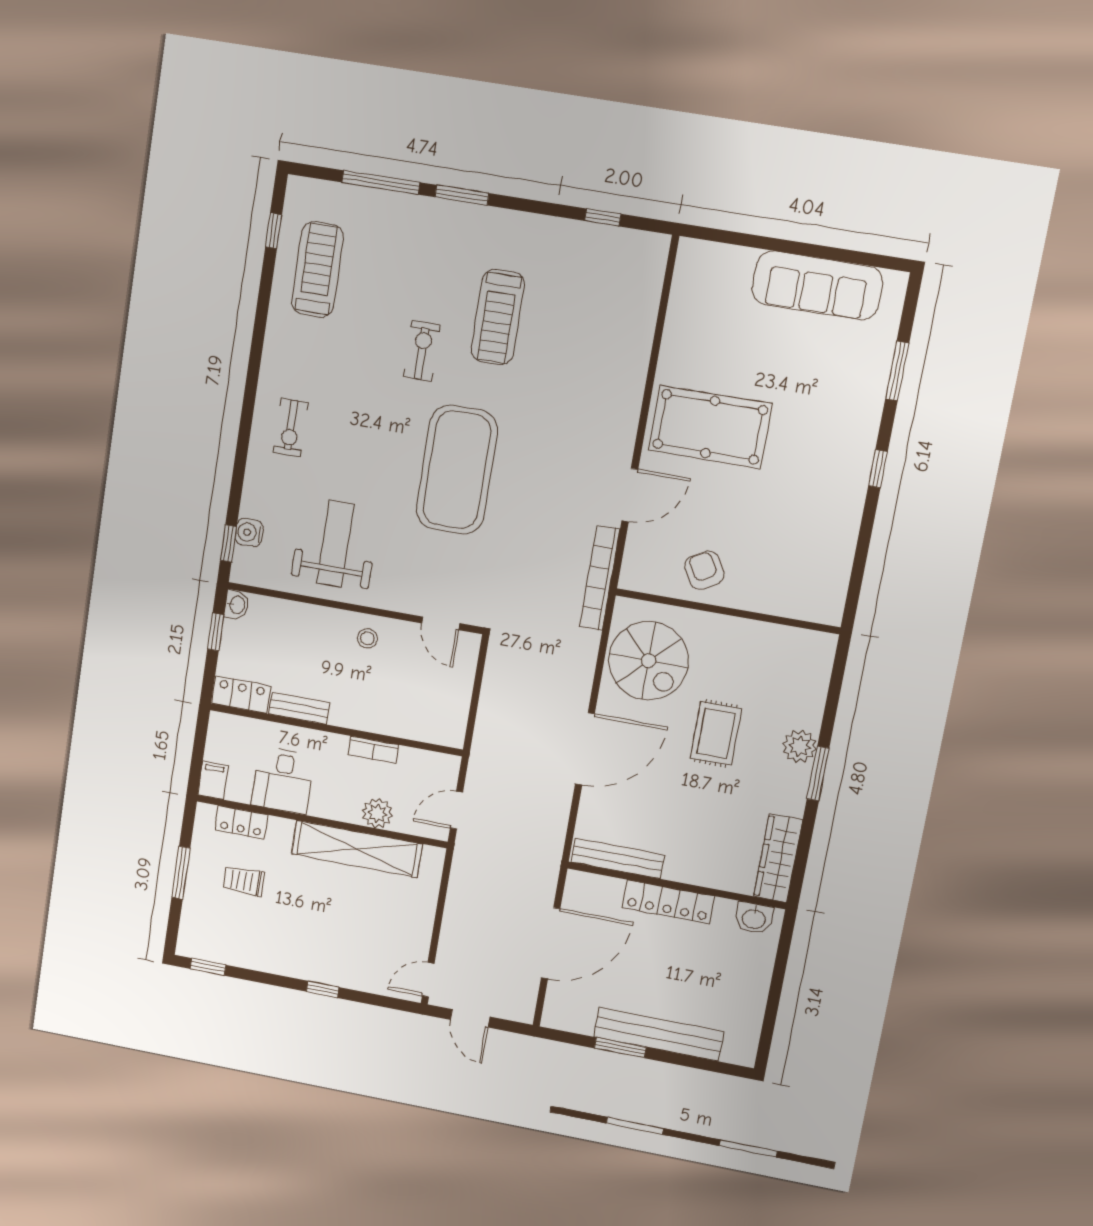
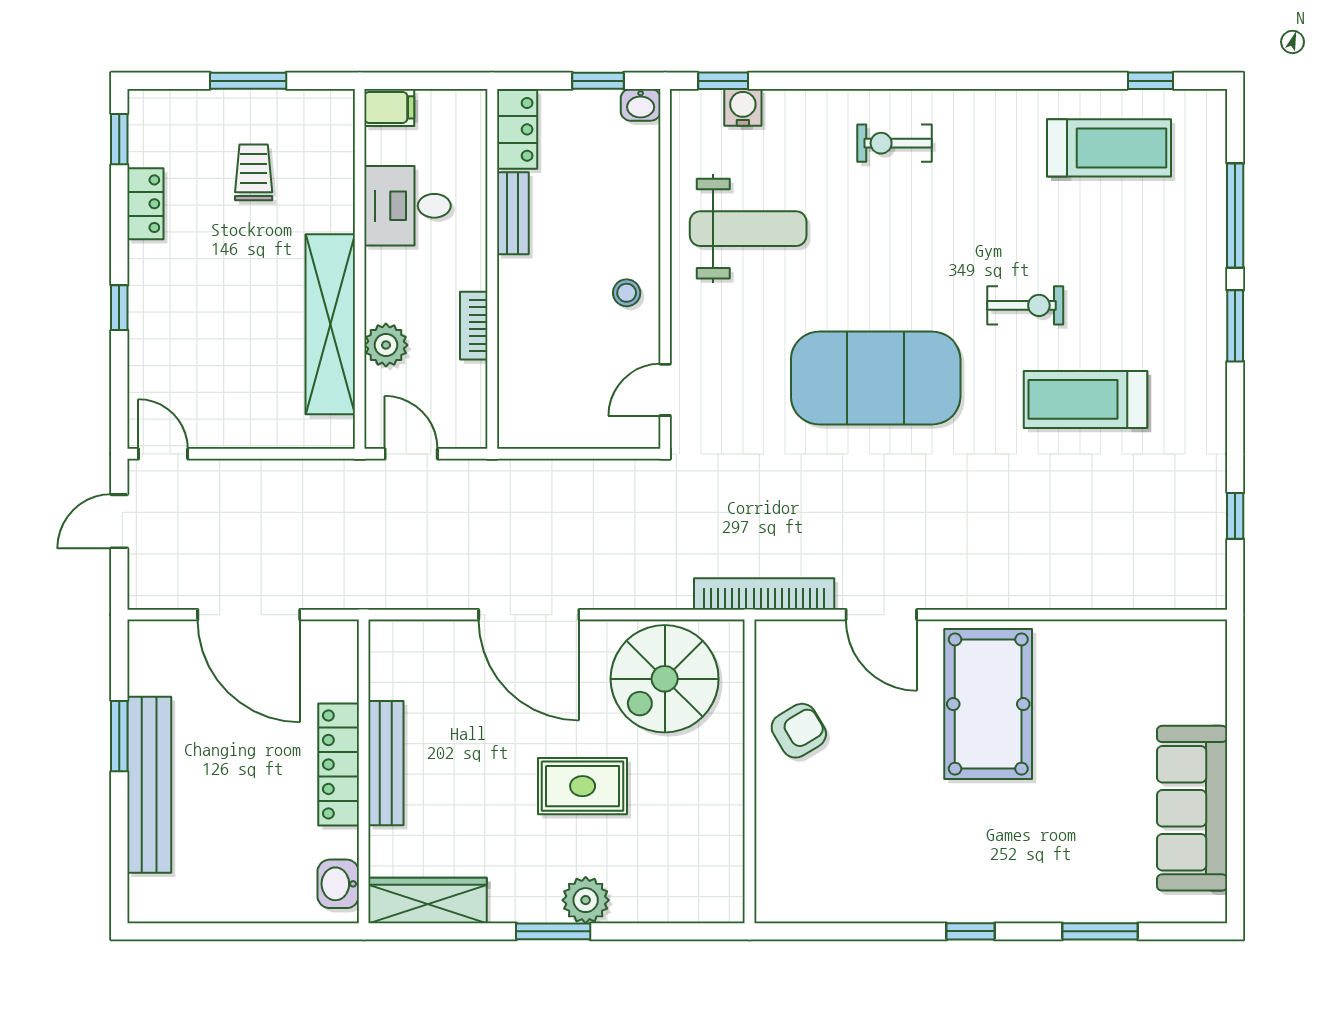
locker: (241, 822) -> (145, 204), moved, turned 180
bench: (618, 858) -> (386, 763), moved

